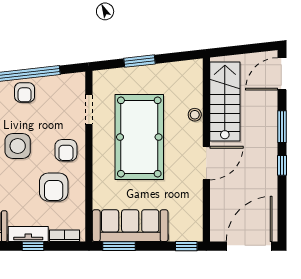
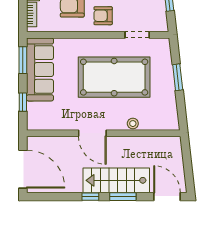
stairs: (225, 101) -> (116, 180), moved, turned 180
window: (186, 246) -> (23, 102), moved

